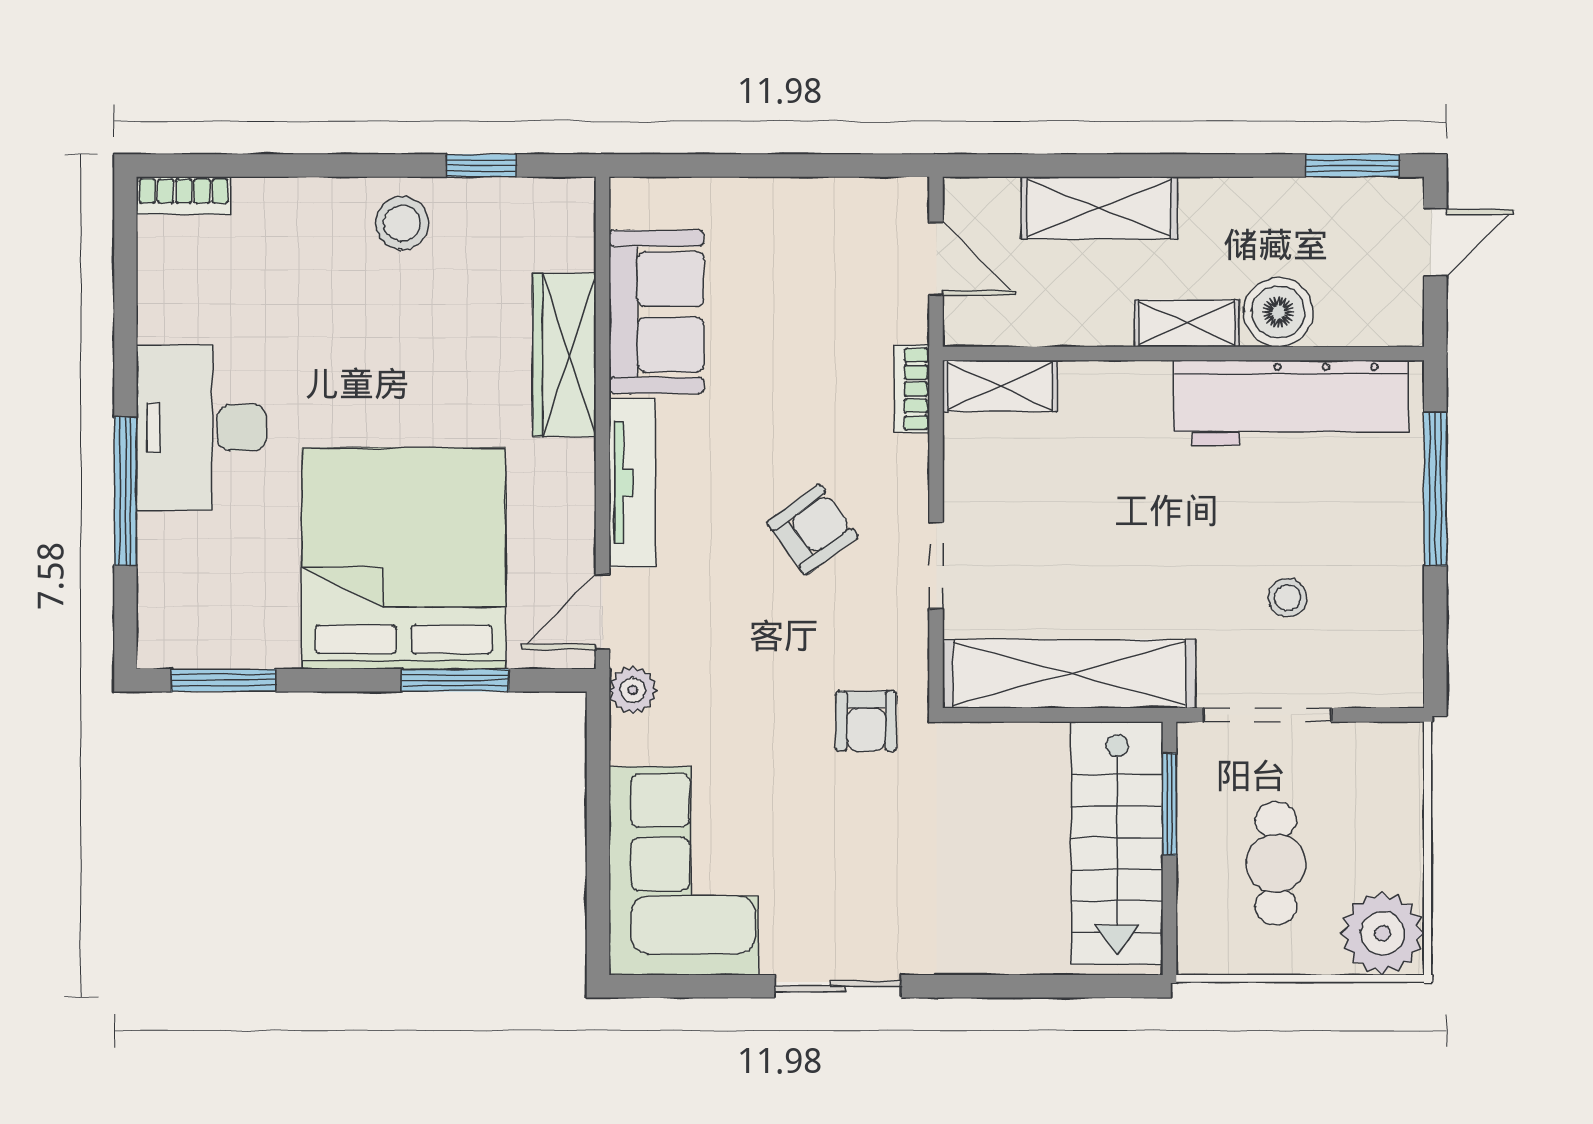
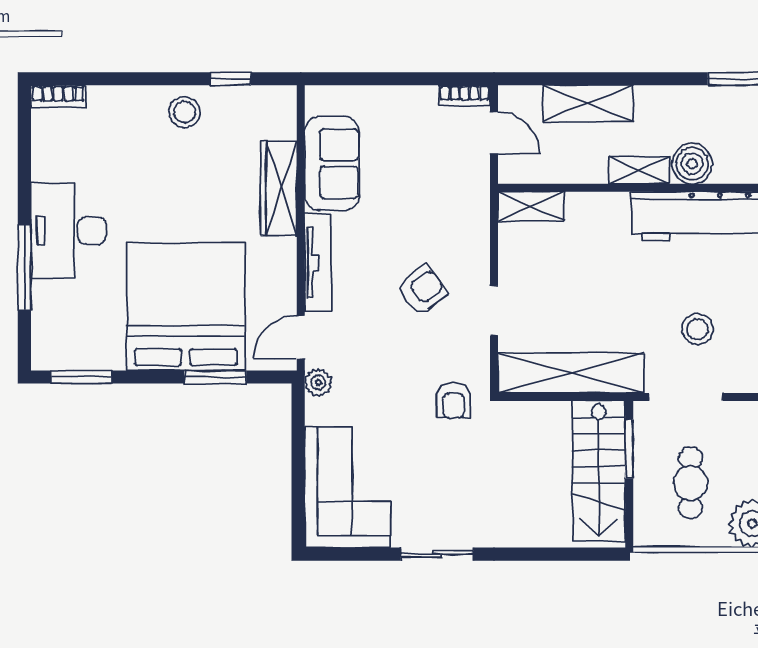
bookcase: (912, 389) -> (465, 95), moved, turned -90
stool: (1288, 598) -> (697, 329), width x1.37, depth x1.37

